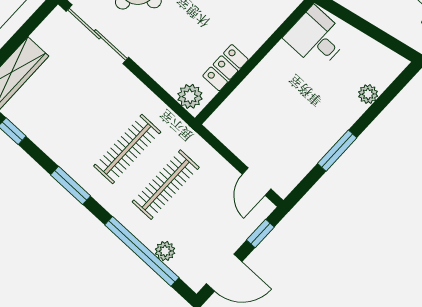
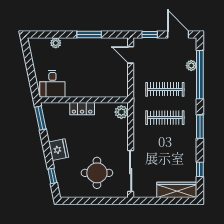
locker: (226, 68) -> (82, 109), moved
door: (257, 182) -> (131, 55), swing flipped

